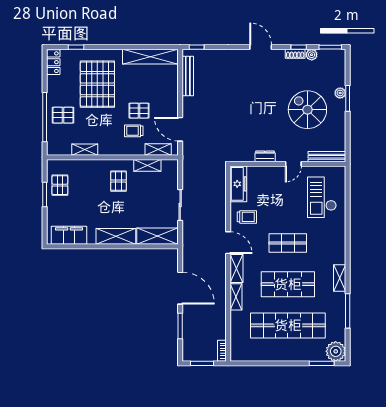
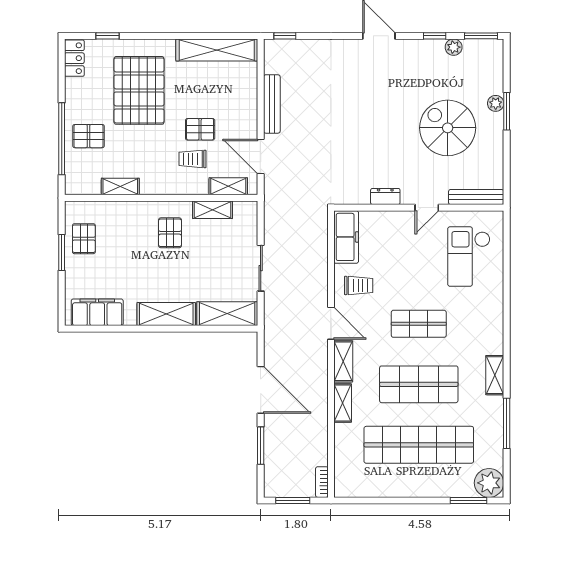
shoe rack: (295, 54) -> (429, 46), removed
bench: (188, 76) -> (272, 104), moved

